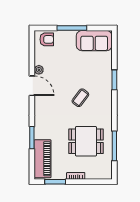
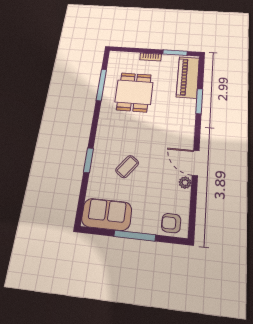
coffee table: (80, 98) -> (127, 167), moved
dining table: (86, 141) -> (134, 92), turned 90

